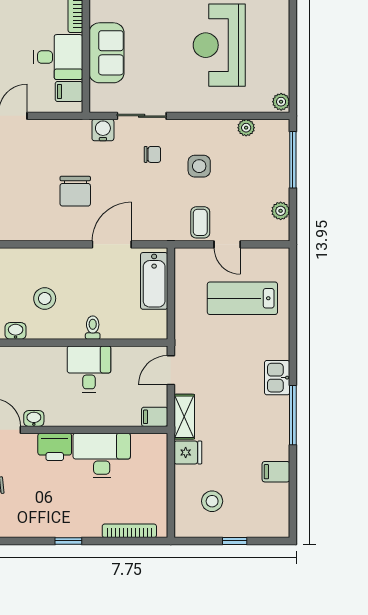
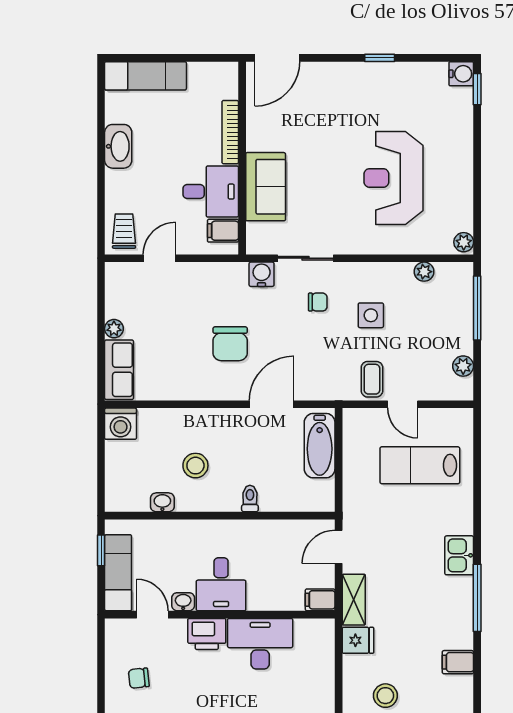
desk: (89, 369) -> (221, 584), moved, turned 180

